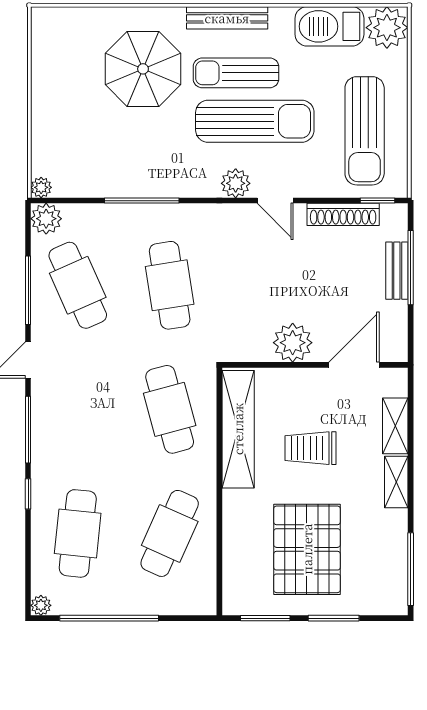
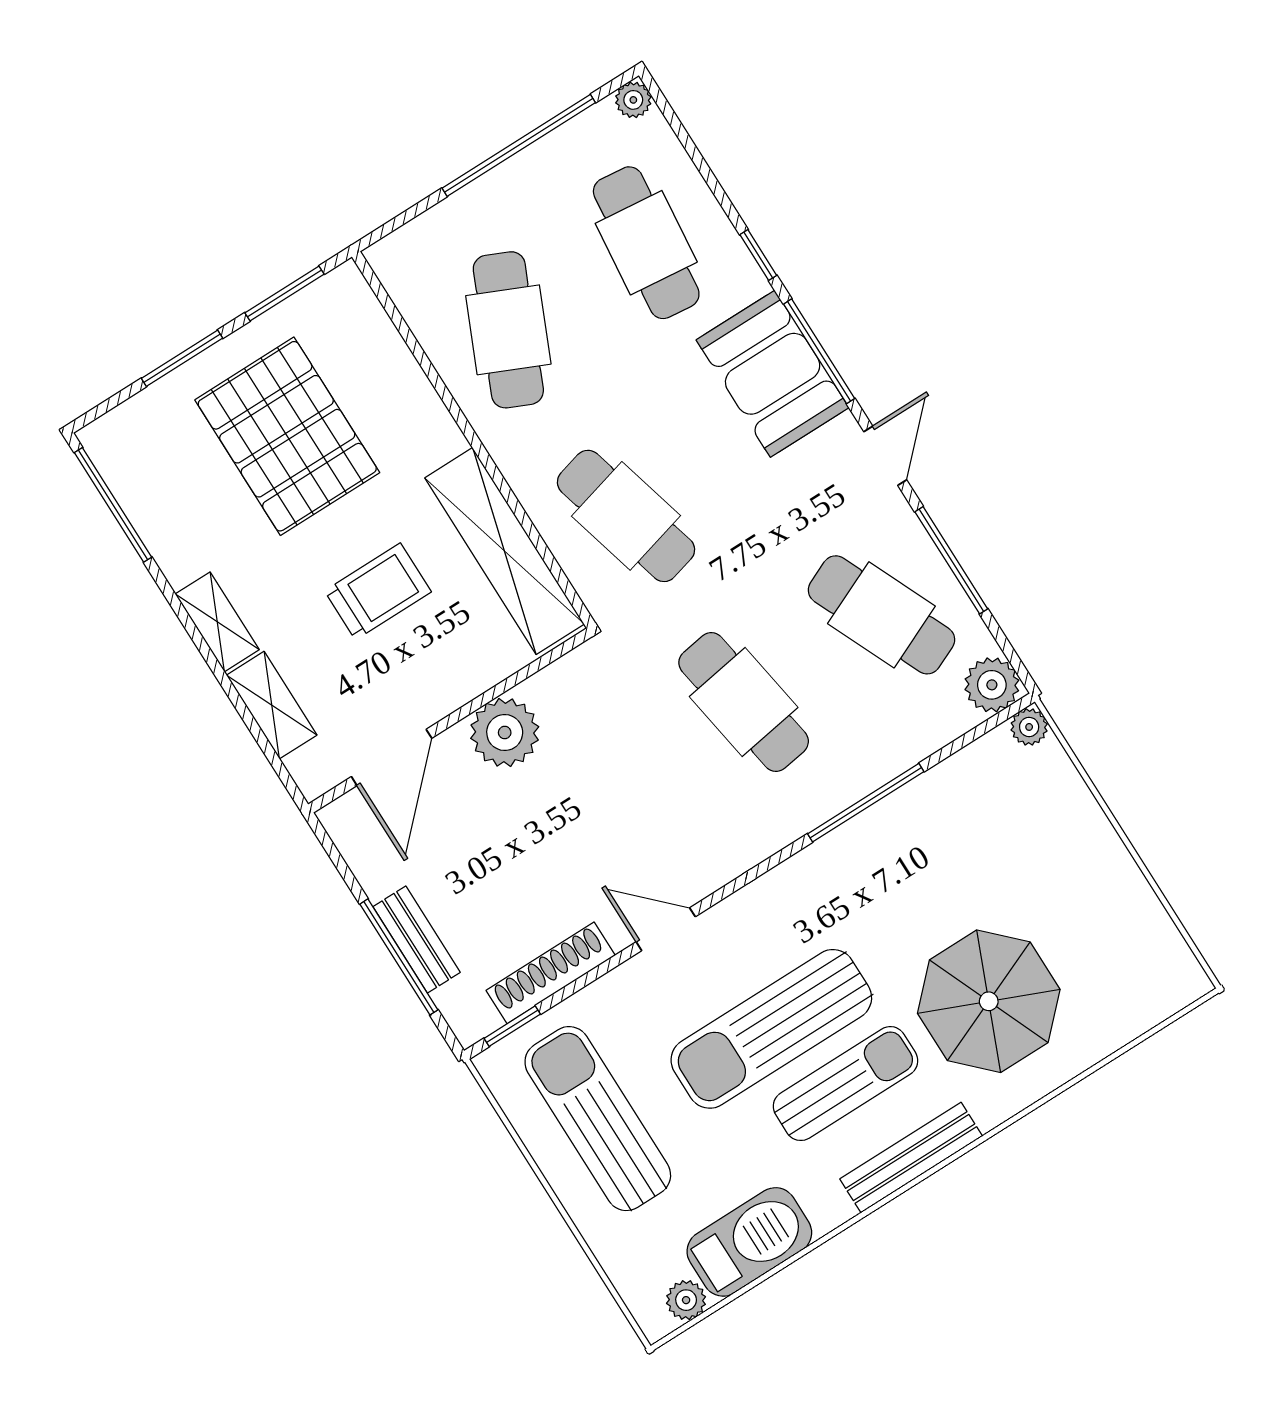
plant: (387, 28) -> (686, 1300), width x0.53, depth x0.53
plant: (236, 183) -> (741, 918), removed
booth: (57, 433) -> (773, 374), added

